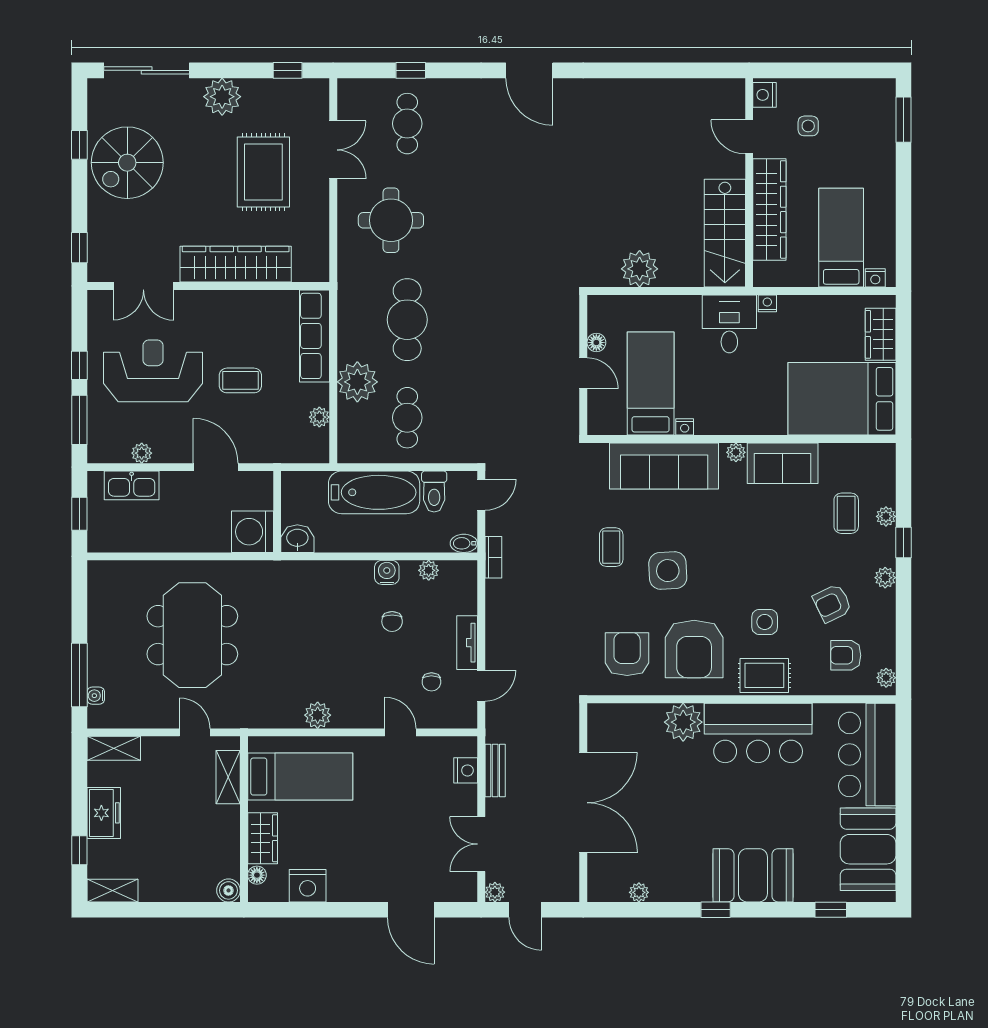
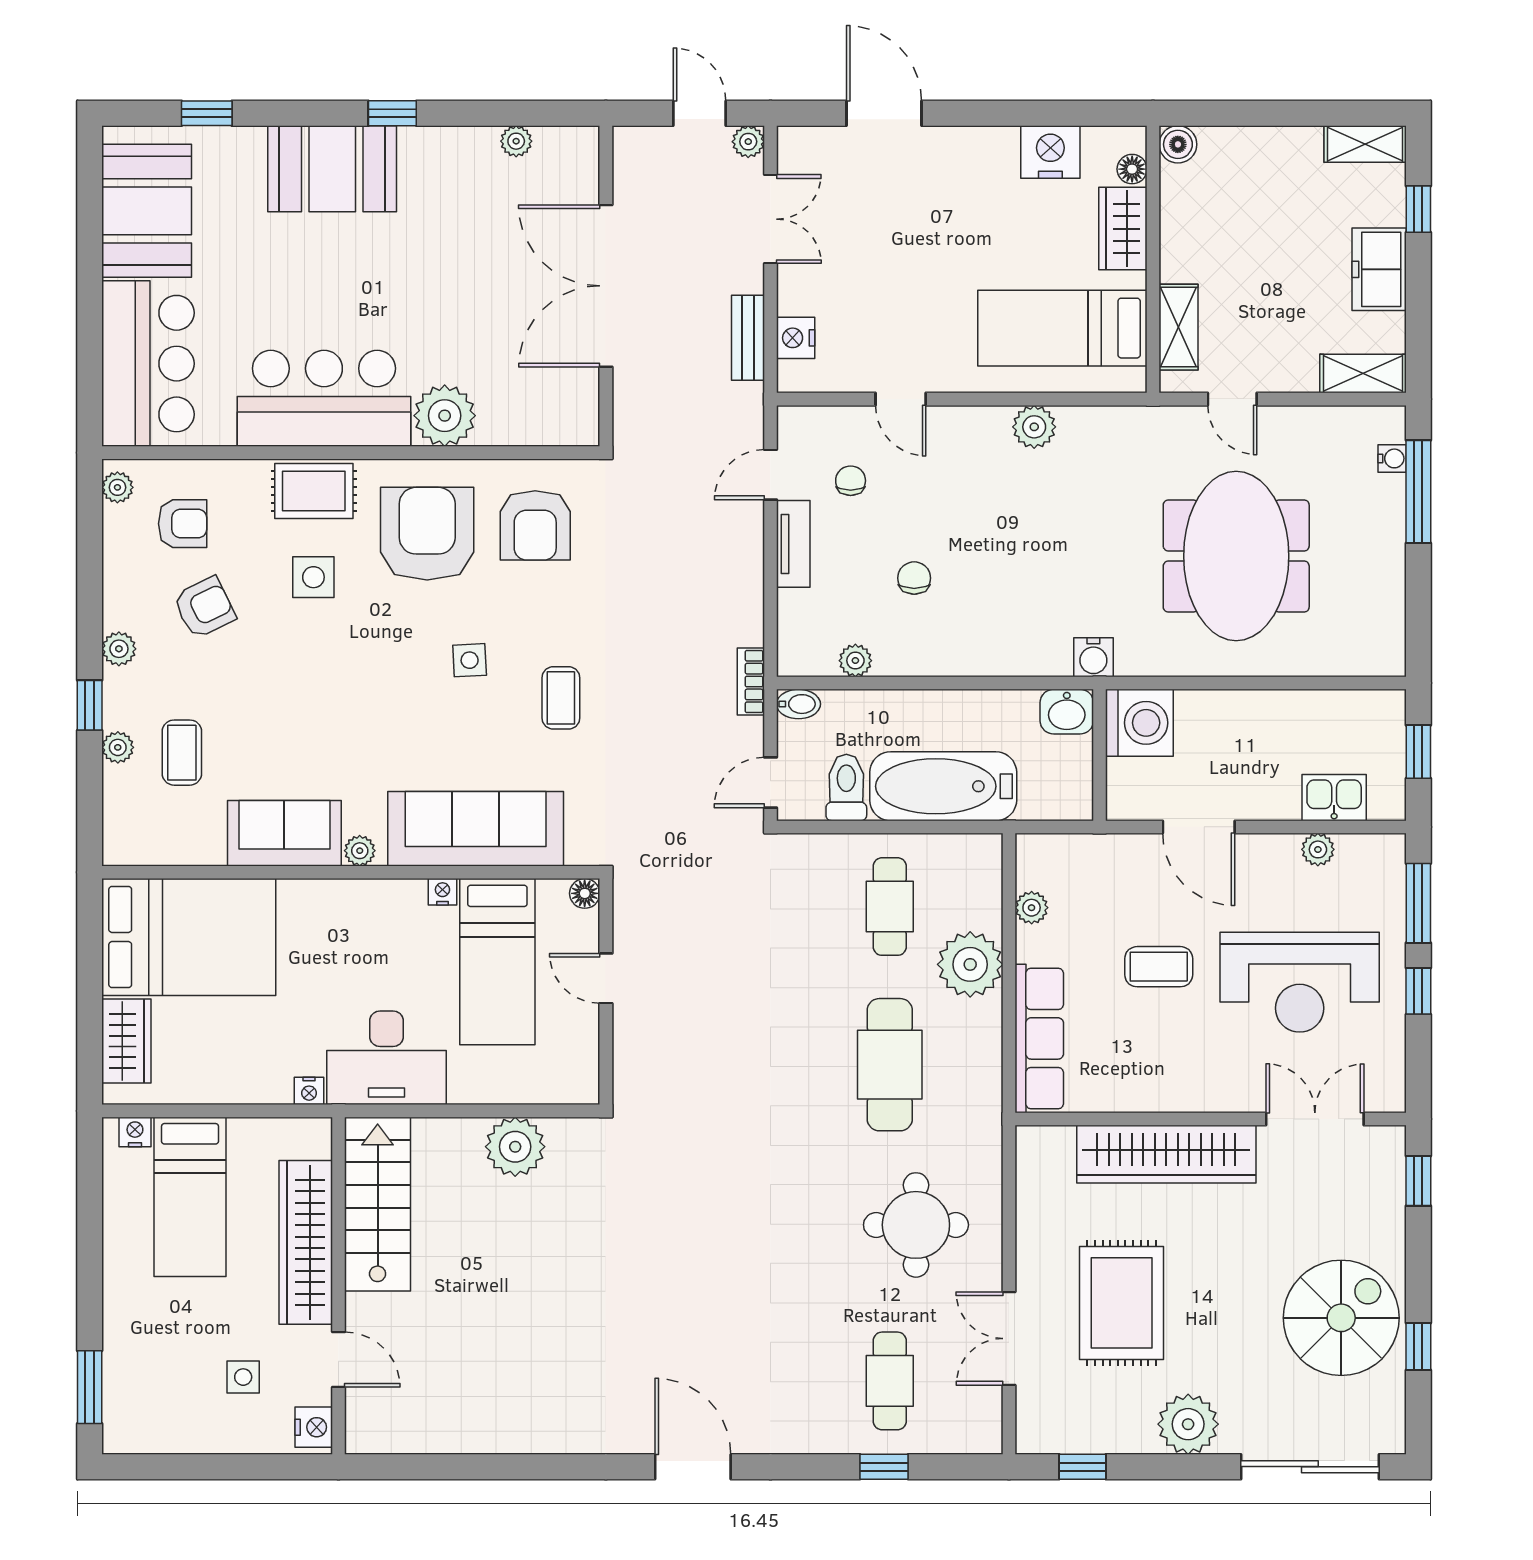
desk: (729, 324) -> (387, 1058), width x1.37
floor lamp: (596, 343) -> (585, 893), moved
kitchen sink: (132, 485) -> (1334, 798), width x0.73
side table: (668, 571) -> (470, 660), width x0.54, depth x0.54
water cooler: (387, 572) -> (1093, 657), moved

